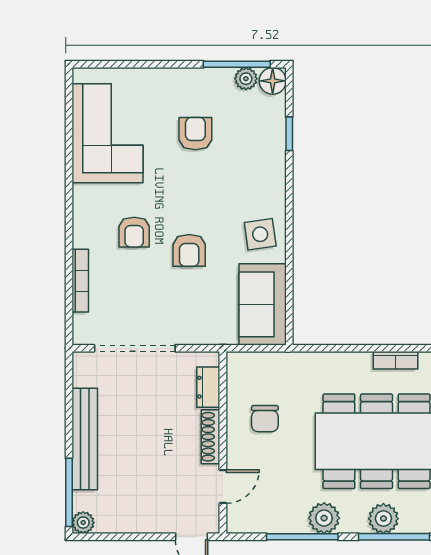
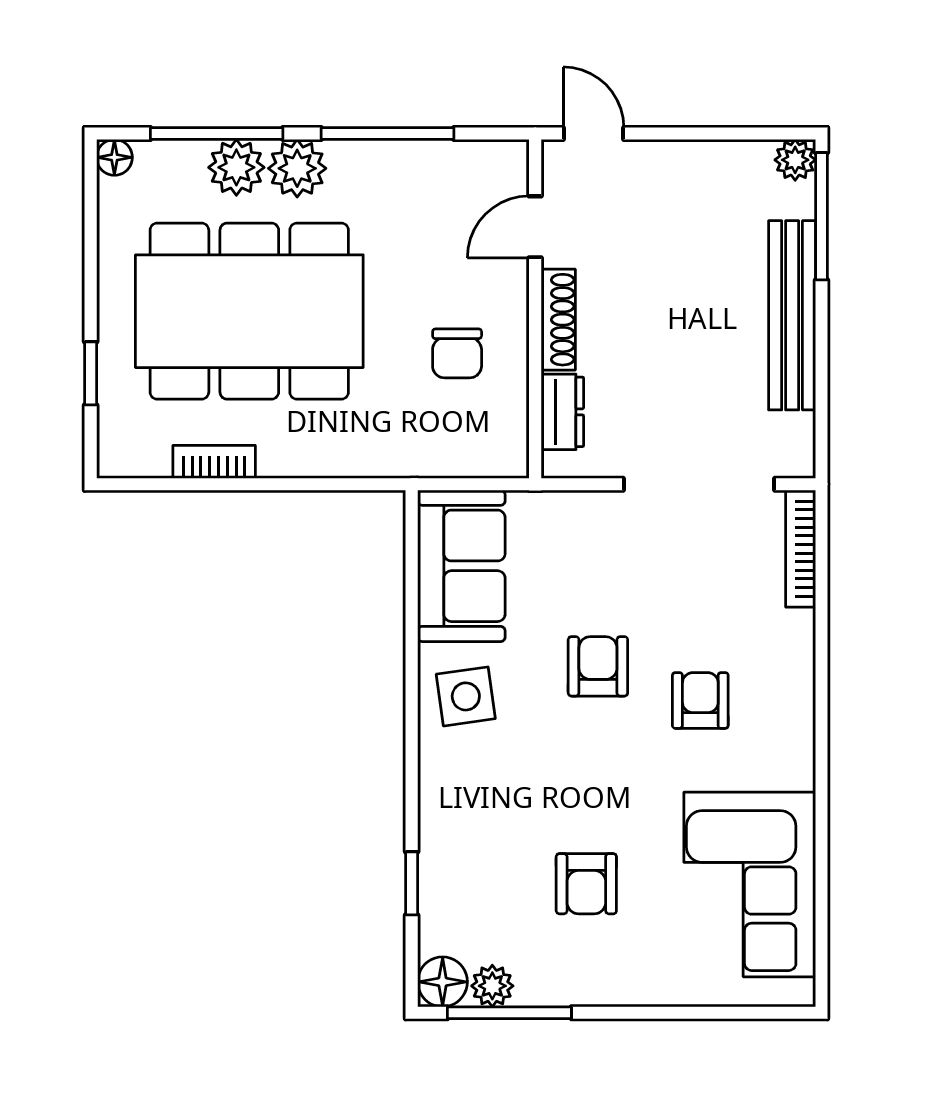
bookcase: (80, 281) -> (801, 549), moved
chair: (265, 419) -> (457, 353), turned 180
plant: (324, 518) -> (297, 168), moved

